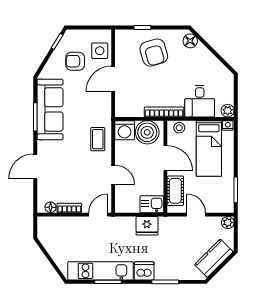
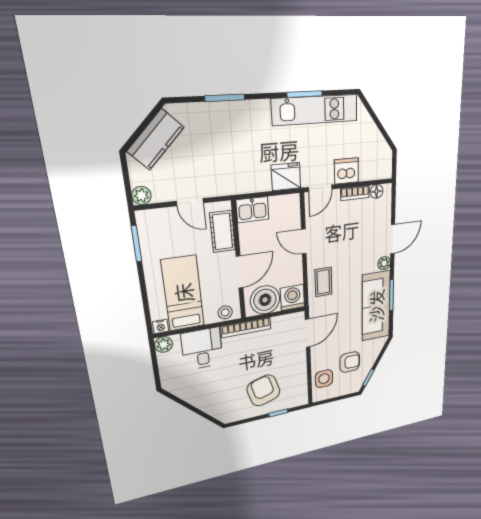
floor lamp: (190, 41) -> (222, 413), removed
door: (113, 79) -> (308, 333), moved
plant: (43, 147) -> (384, 263), added
door: (165, 158) -> (239, 272), swing flipped
fridge: (147, 226) -> (286, 177), moved
dishwasher: (144, 271) -> (346, 171), moved, turned 180

